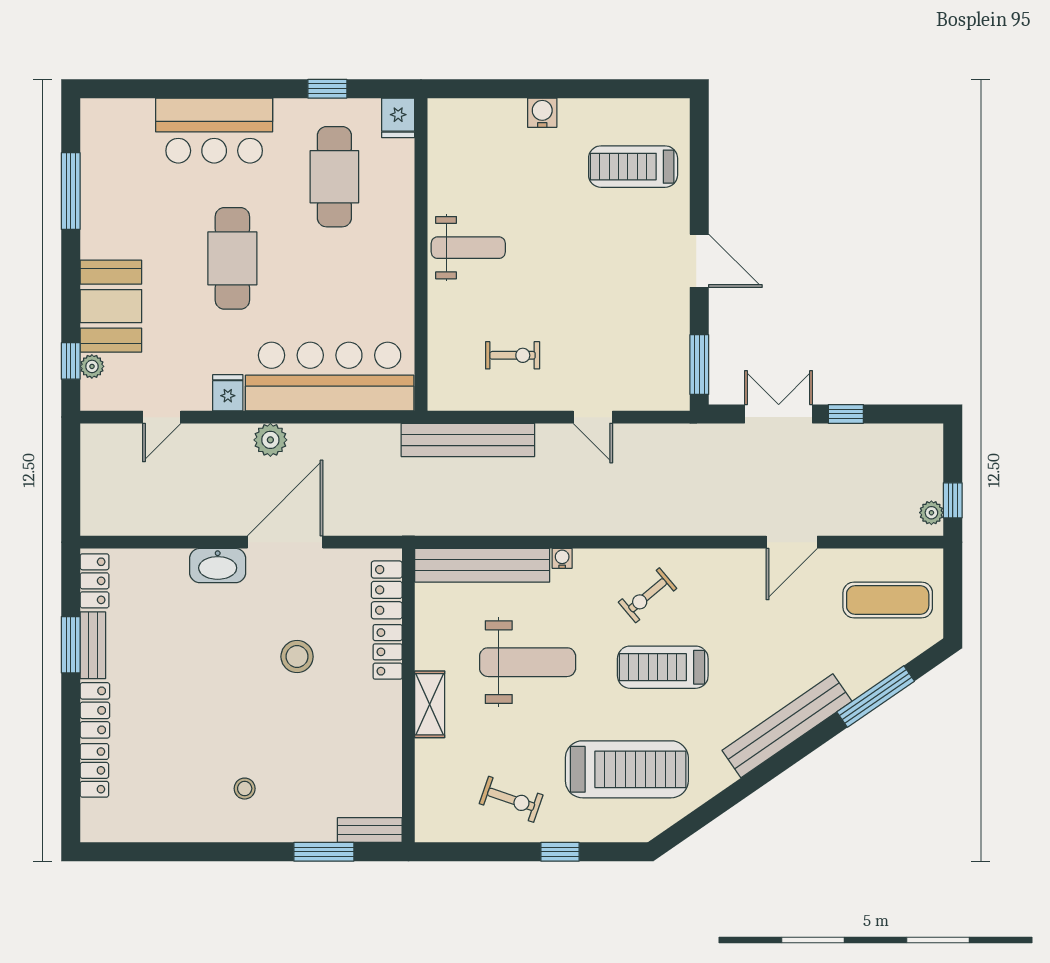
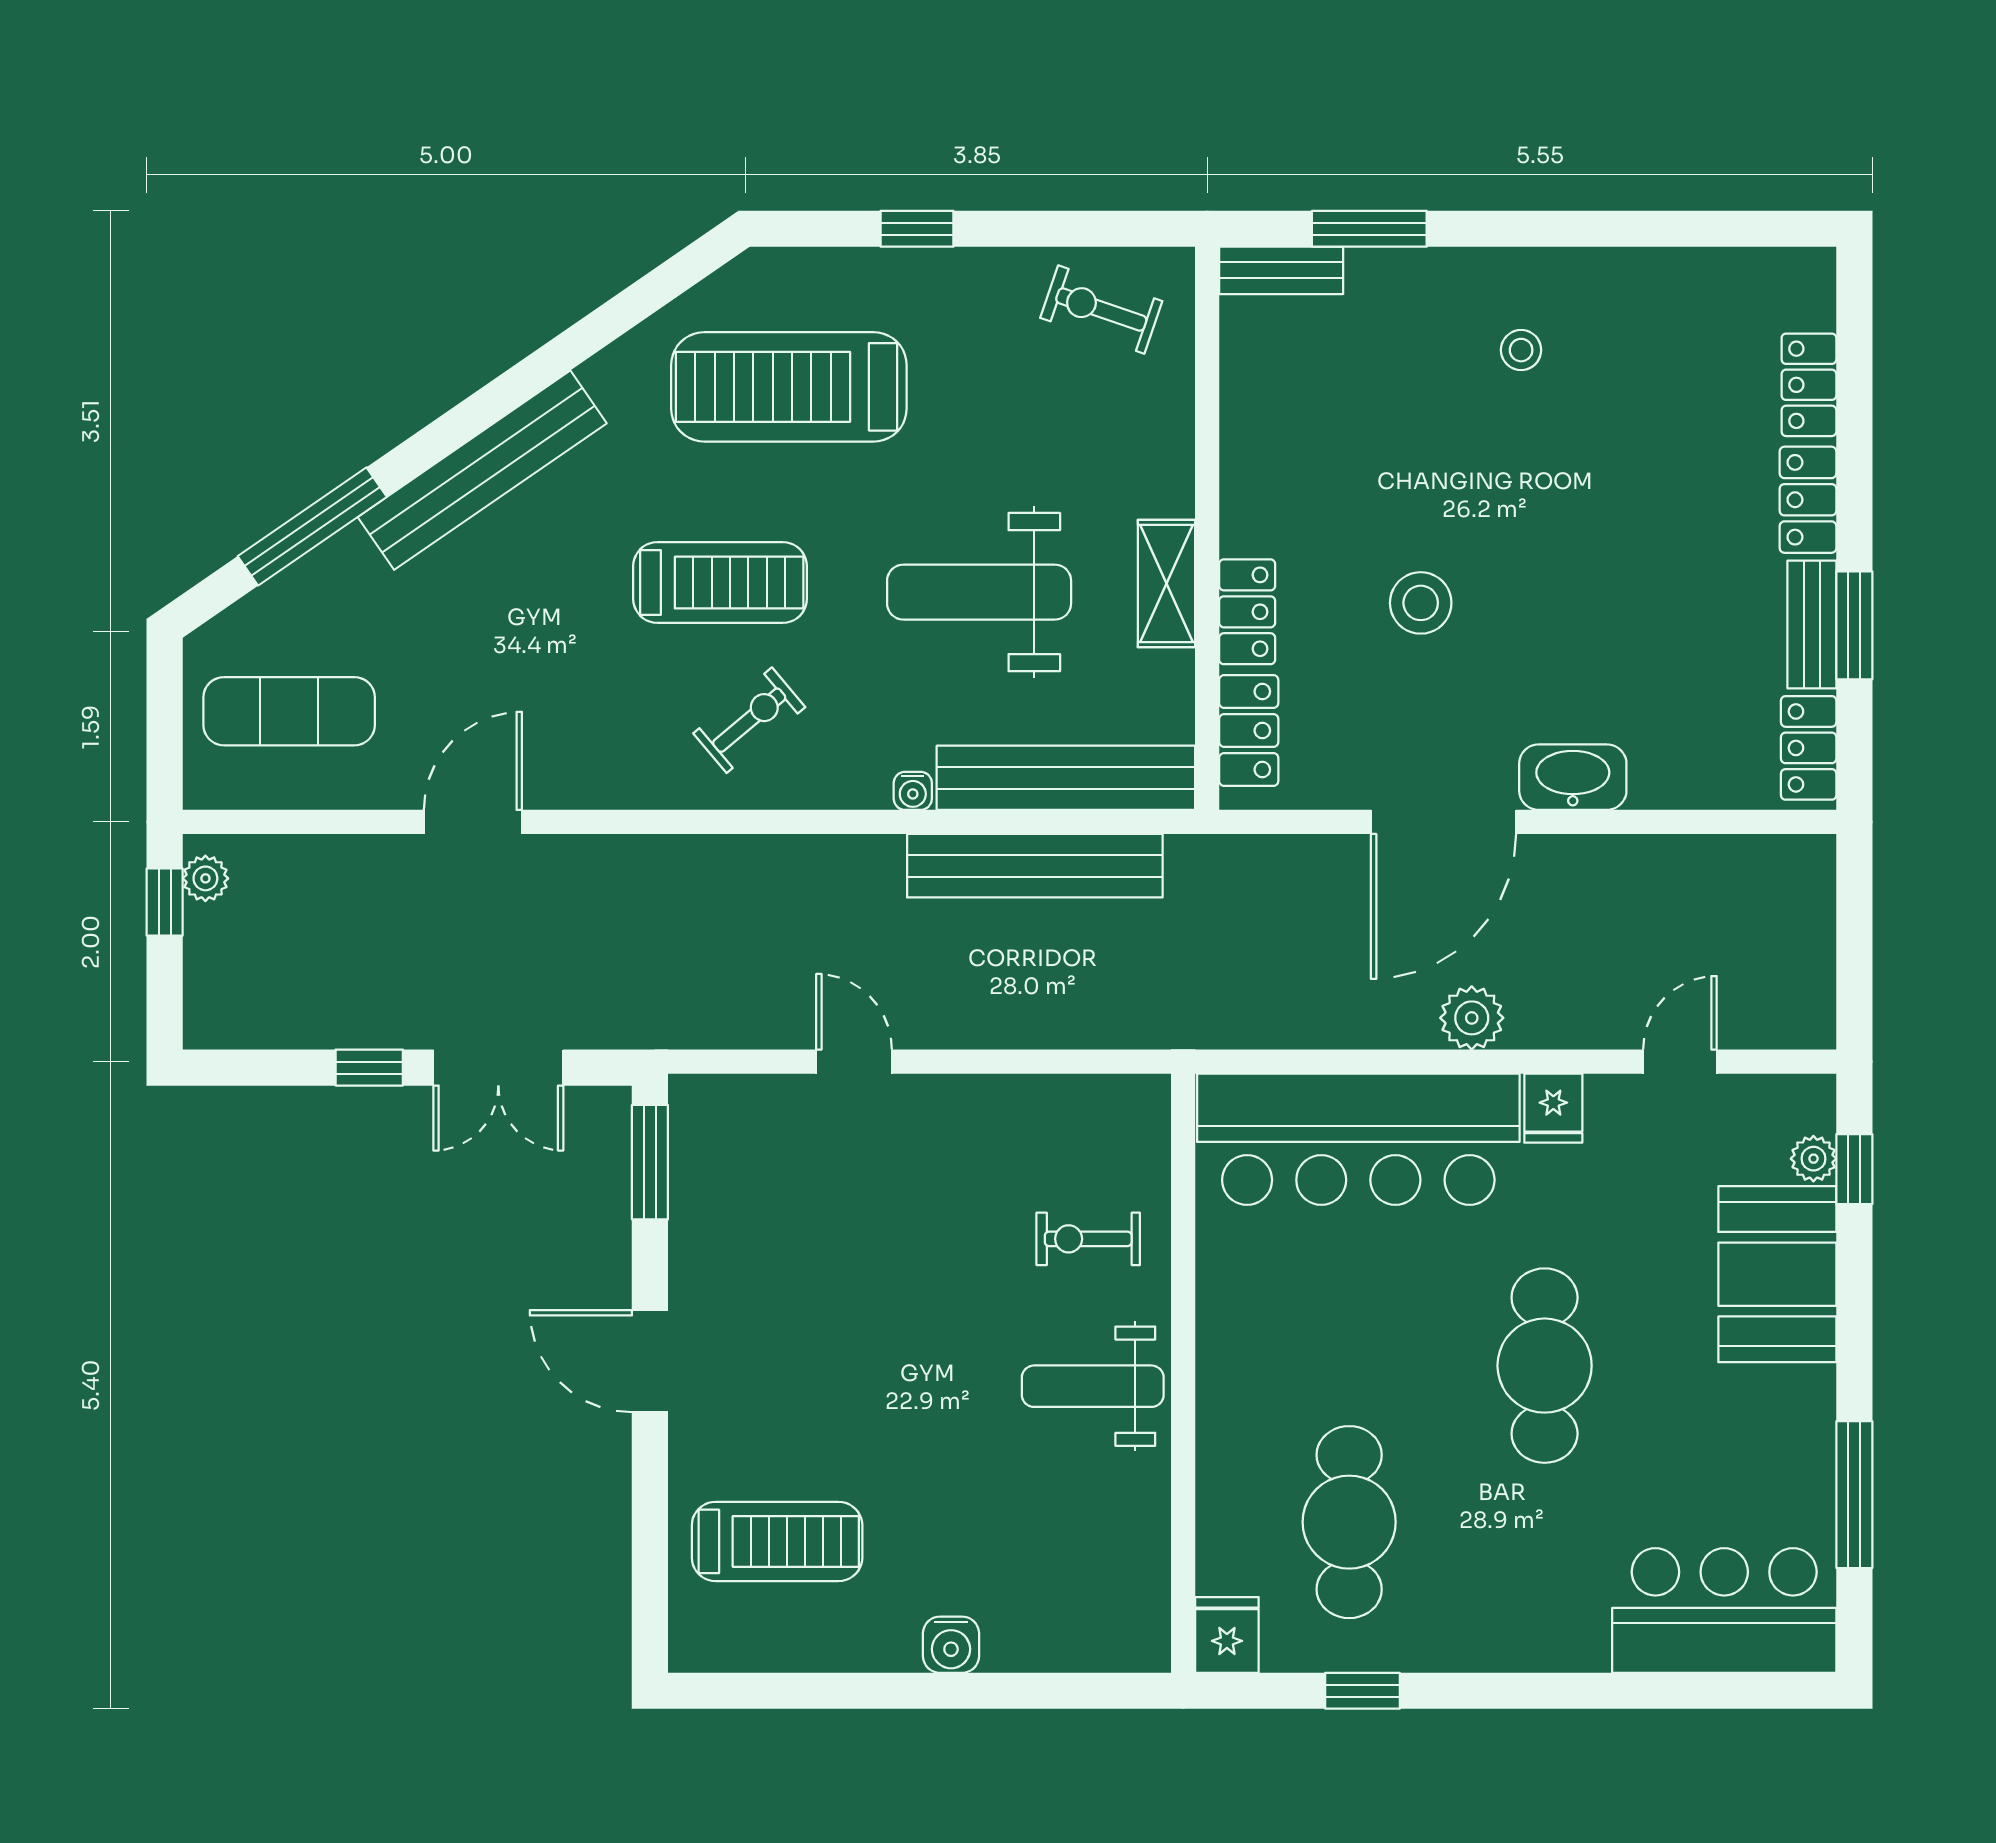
bar counter: (214, 131) -> (1724, 1610), moved
exercise bike: (513, 355) -> (1088, 1239), moved
bench: (468, 440) -> (1035, 866), moved
shelving: (430, 704) -> (1167, 583), moved
exercise bike: (511, 799) -> (1101, 309), moved

